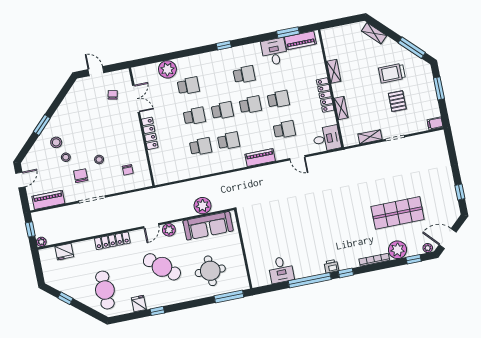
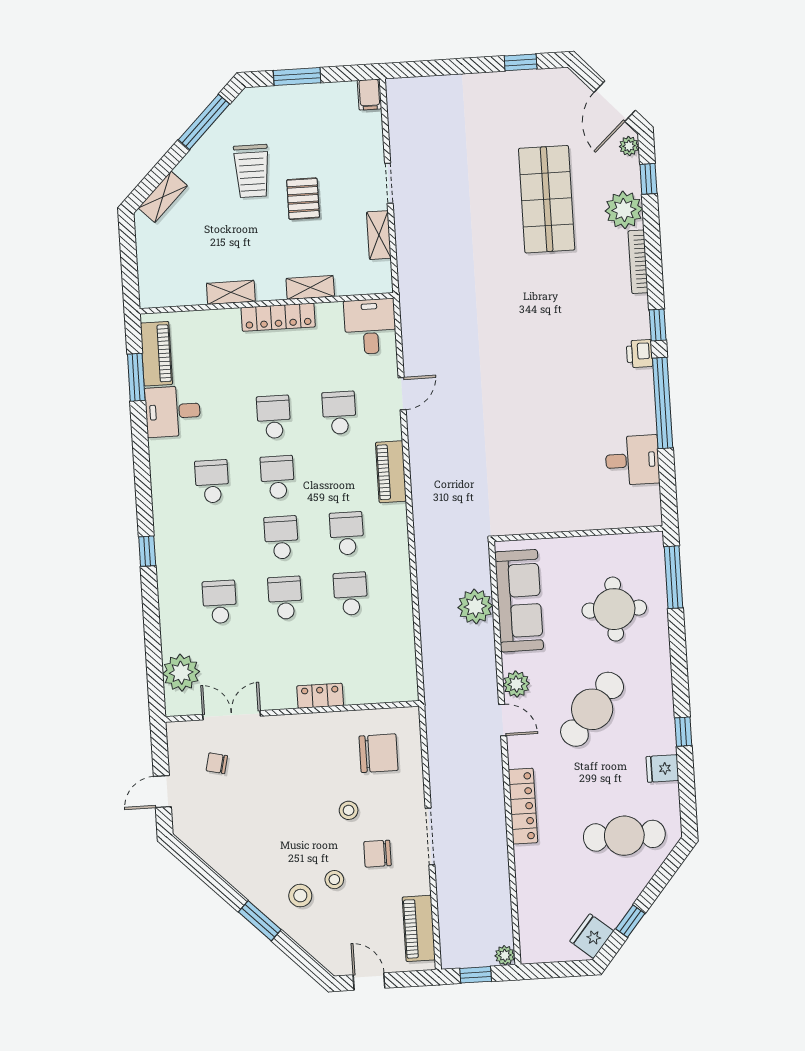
window: (224, 45) -> (147, 551), moved
plant: (167, 69) -> (181, 673), moved
pallet: (397, 101) -> (303, 199), moved, turned 90
locker: (150, 133) -> (320, 696), width x0.66
chair: (128, 170) -> (379, 753), width x1.87, depth x1.87
fridge: (64, 252) -> (592, 936), moved, turned -140

